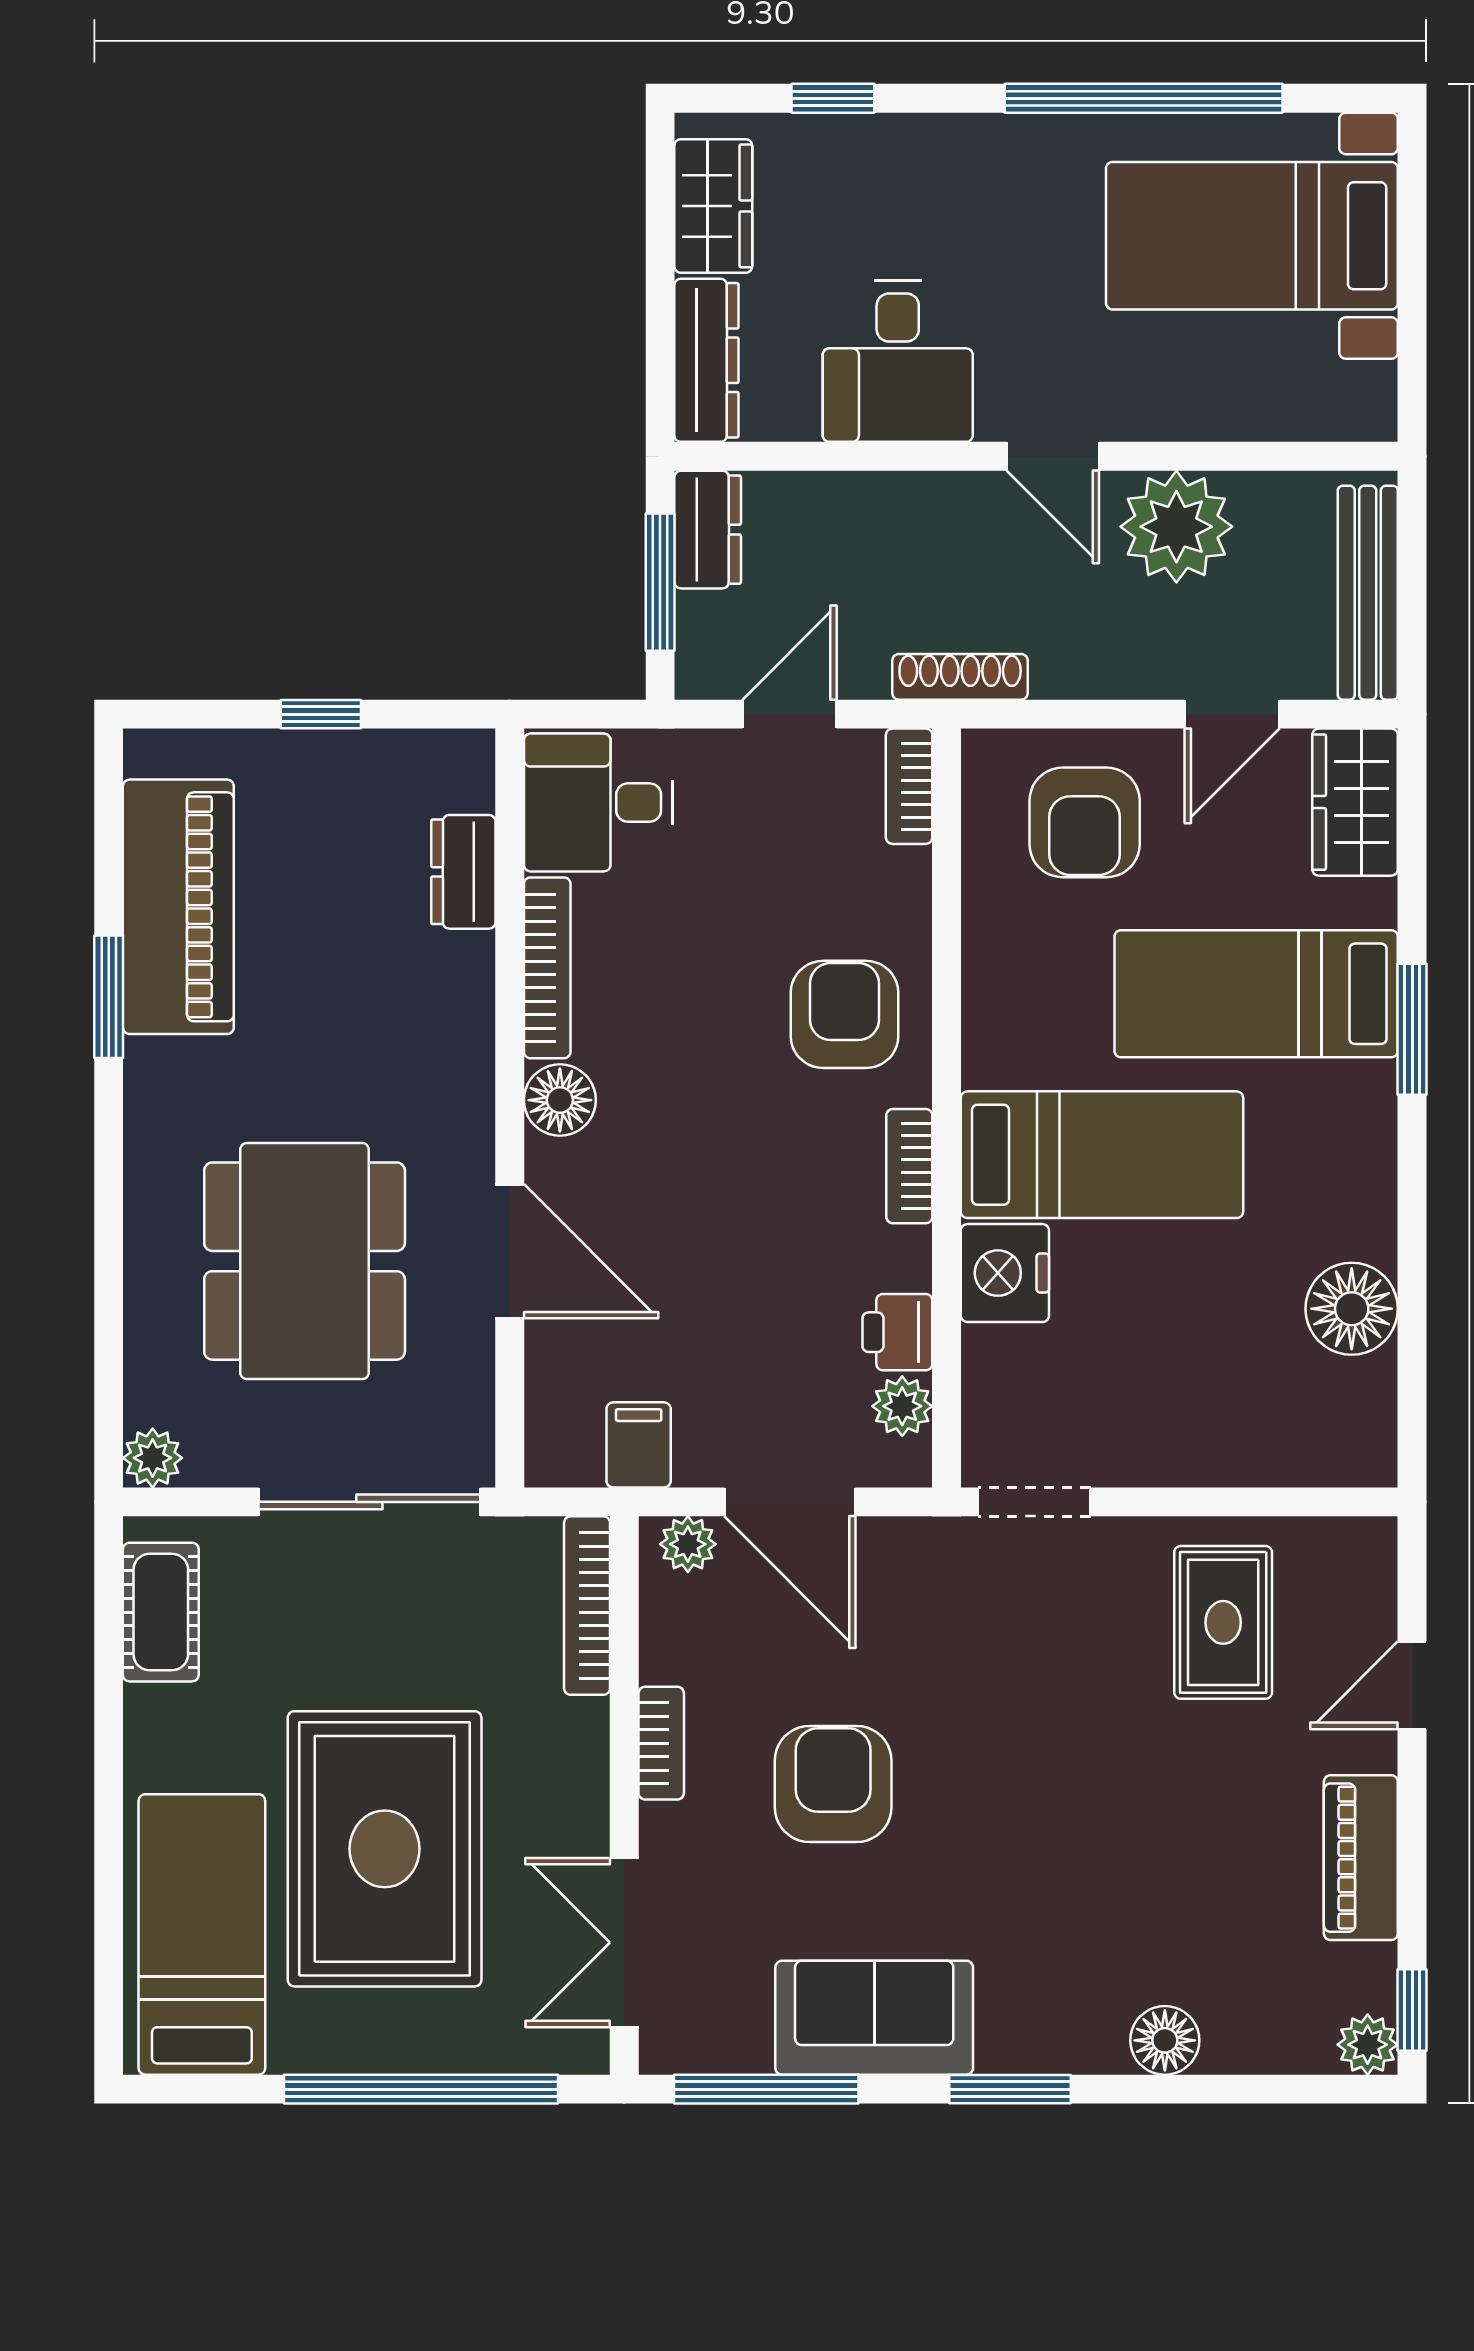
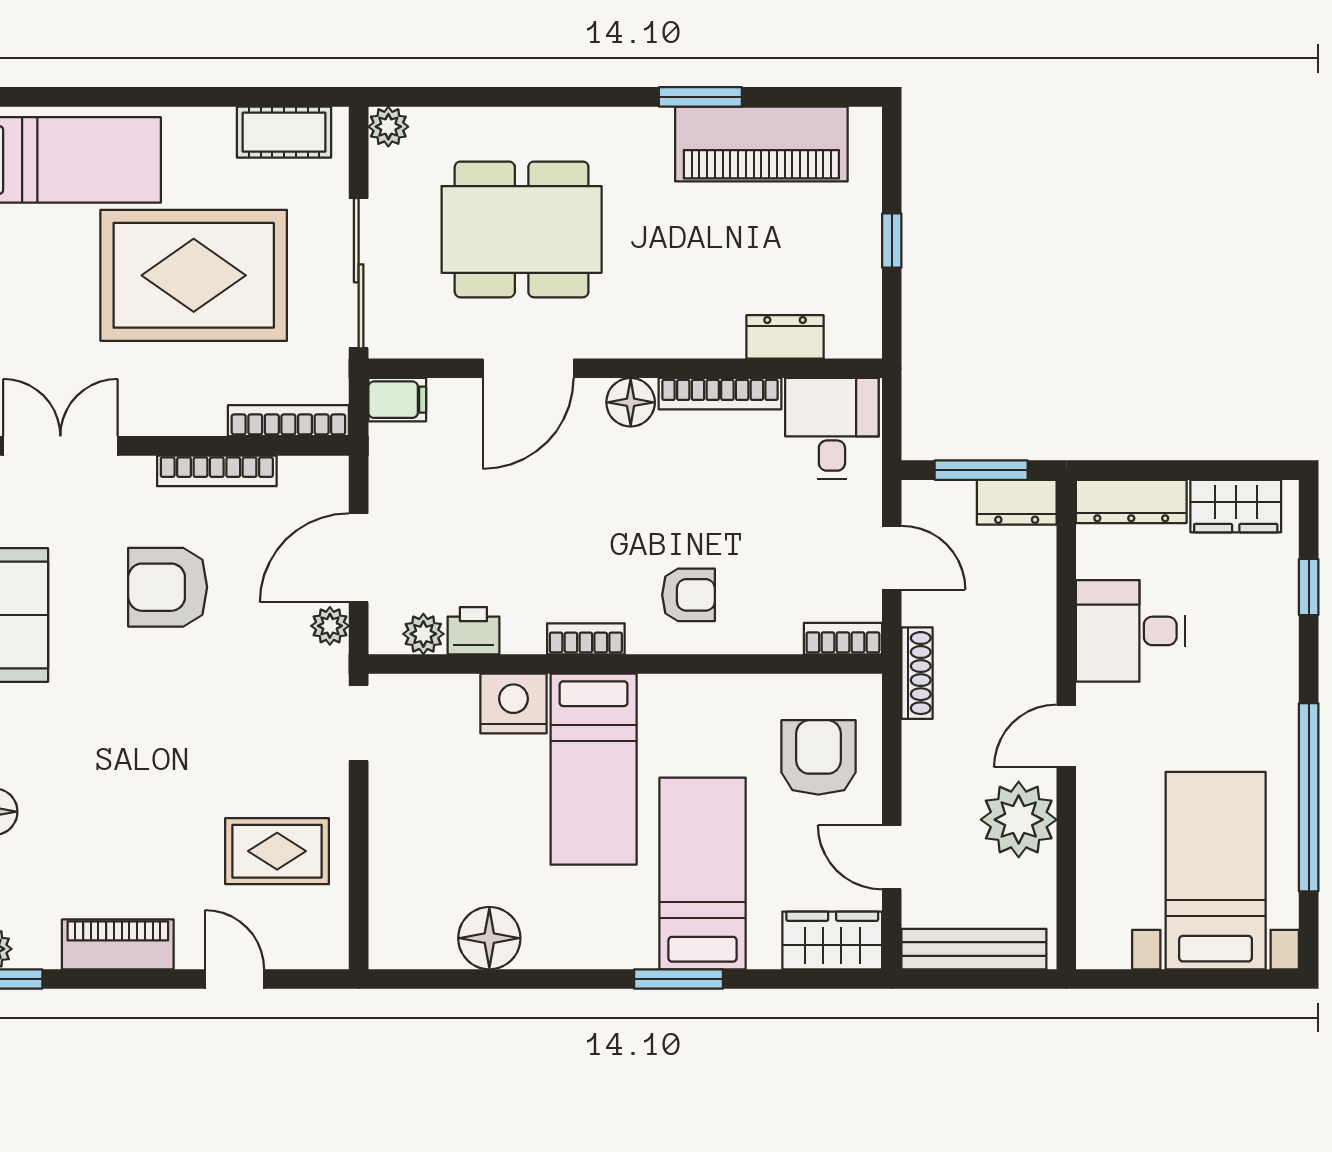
armchair: (1085, 822) -> (818, 757), turned 90
armchair: (845, 1014) -> (689, 595), width x0.72, depth x0.72
filing cabinet: (639, 1445) -> (397, 400), moved
plant: (688, 1544) -> (330, 626), moved
bookcase: (661, 1743) -> (217, 471), width x1.56
armchair: (833, 1784) -> (168, 587), turned 180
rug: (385, 1849) -> (194, 275), moved

